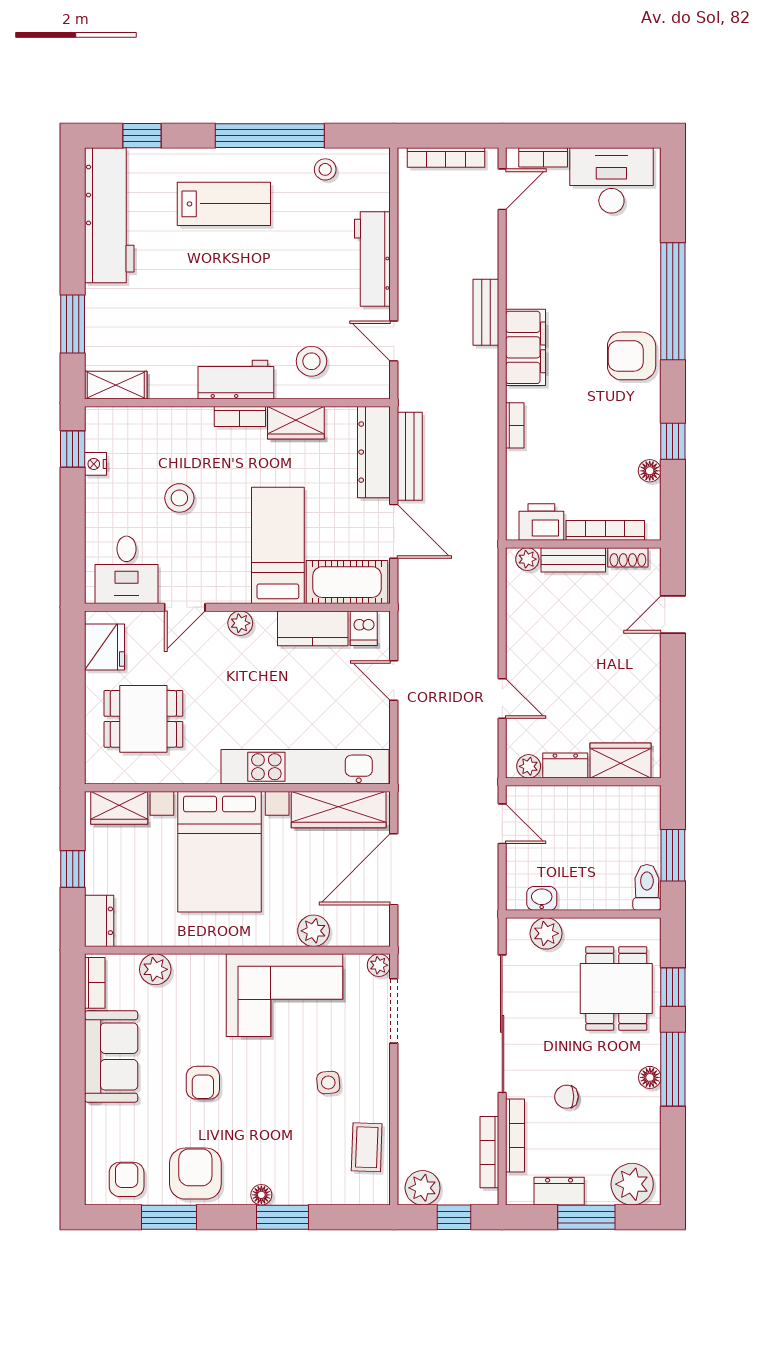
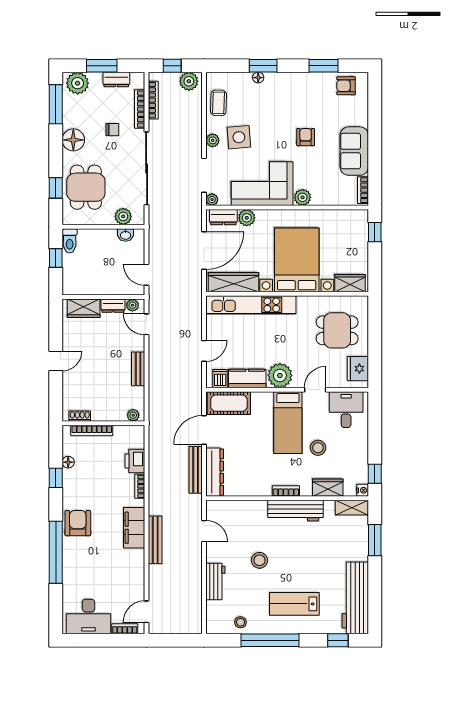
bookcase: (446, 158) -> (176, 629), removed
workbench: (372, 259) -> (215, 582), width x0.73
bench: (486, 312) -> (155, 540), width x1.36
armchair: (632, 356) -> (78, 523), turned -90
stool: (311, 361) -> (259, 560), moved
workbench: (236, 380) -> (296, 511), width x1.37
wardrobe: (296, 423) -> (328, 488), moved
nightstand: (95, 464) -> (363, 490), moved
printer: (541, 522) -> (135, 461), moved, turned 90
door: (394, 531) -> (204, 430), hinge flipped
bed: (278, 545) -> (288, 423), moved
bench: (573, 560) -> (138, 369), moved, turned 90
door: (673, 615) -> (56, 361), moved
plant: (240, 623) -> (280, 375), width x1.88, depth x1.88
door: (394, 680) -> (204, 351), hinge flipped
door: (502, 699) -> (147, 324), moved
window: (673, 855) -> (56, 258), width x0.67
window: (73, 869) -> (375, 232), moved
dresser: (99, 921) -> (223, 217), moved, turned -90
plant: (155, 969) -> (303, 197), moved
window: (673, 1069) -> (56, 104), moved
plant: (378, 1077) -> (213, 140), added
floor lamp: (650, 1077) -> (73, 140), width x1.89, depth x1.89
side table: (328, 1083) -> (239, 137), width x1.87, depth x1.87
armchair: (195, 1174) -> (309, 89), removed
armchair: (127, 1179) -> (346, 86), turned 90
floor lamp: (261, 1195) -> (258, 78), moved

